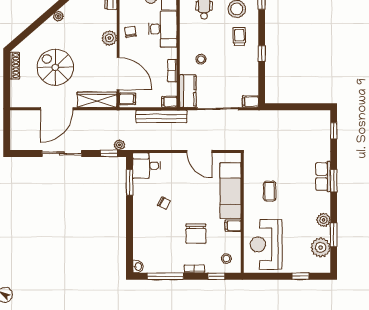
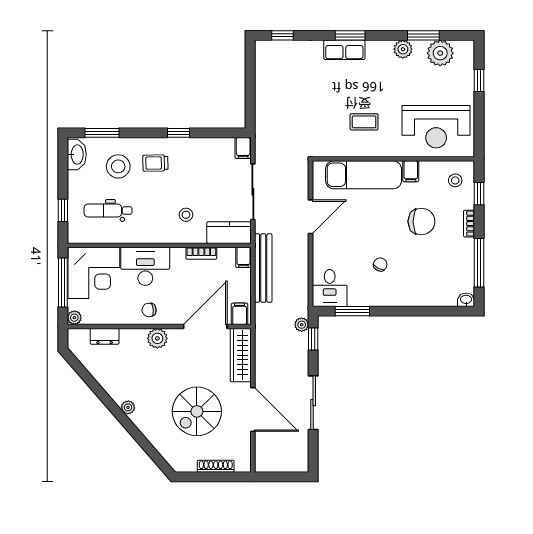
shoe rack: (15, 66) -> (216, 466), moved

